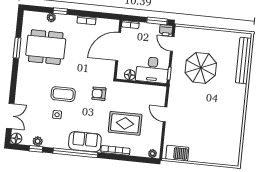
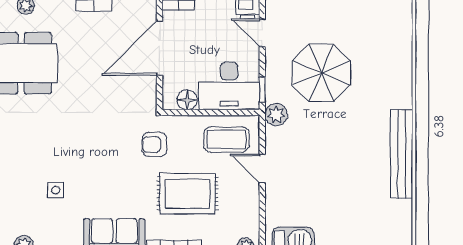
bench: (243, 61) -> (402, 154), moved
plant: (175, 87) -> (276, 115), added
coffee table: (63, 94) -> (226, 140), moved
armchair: (99, 94) -> (154, 144), moved

